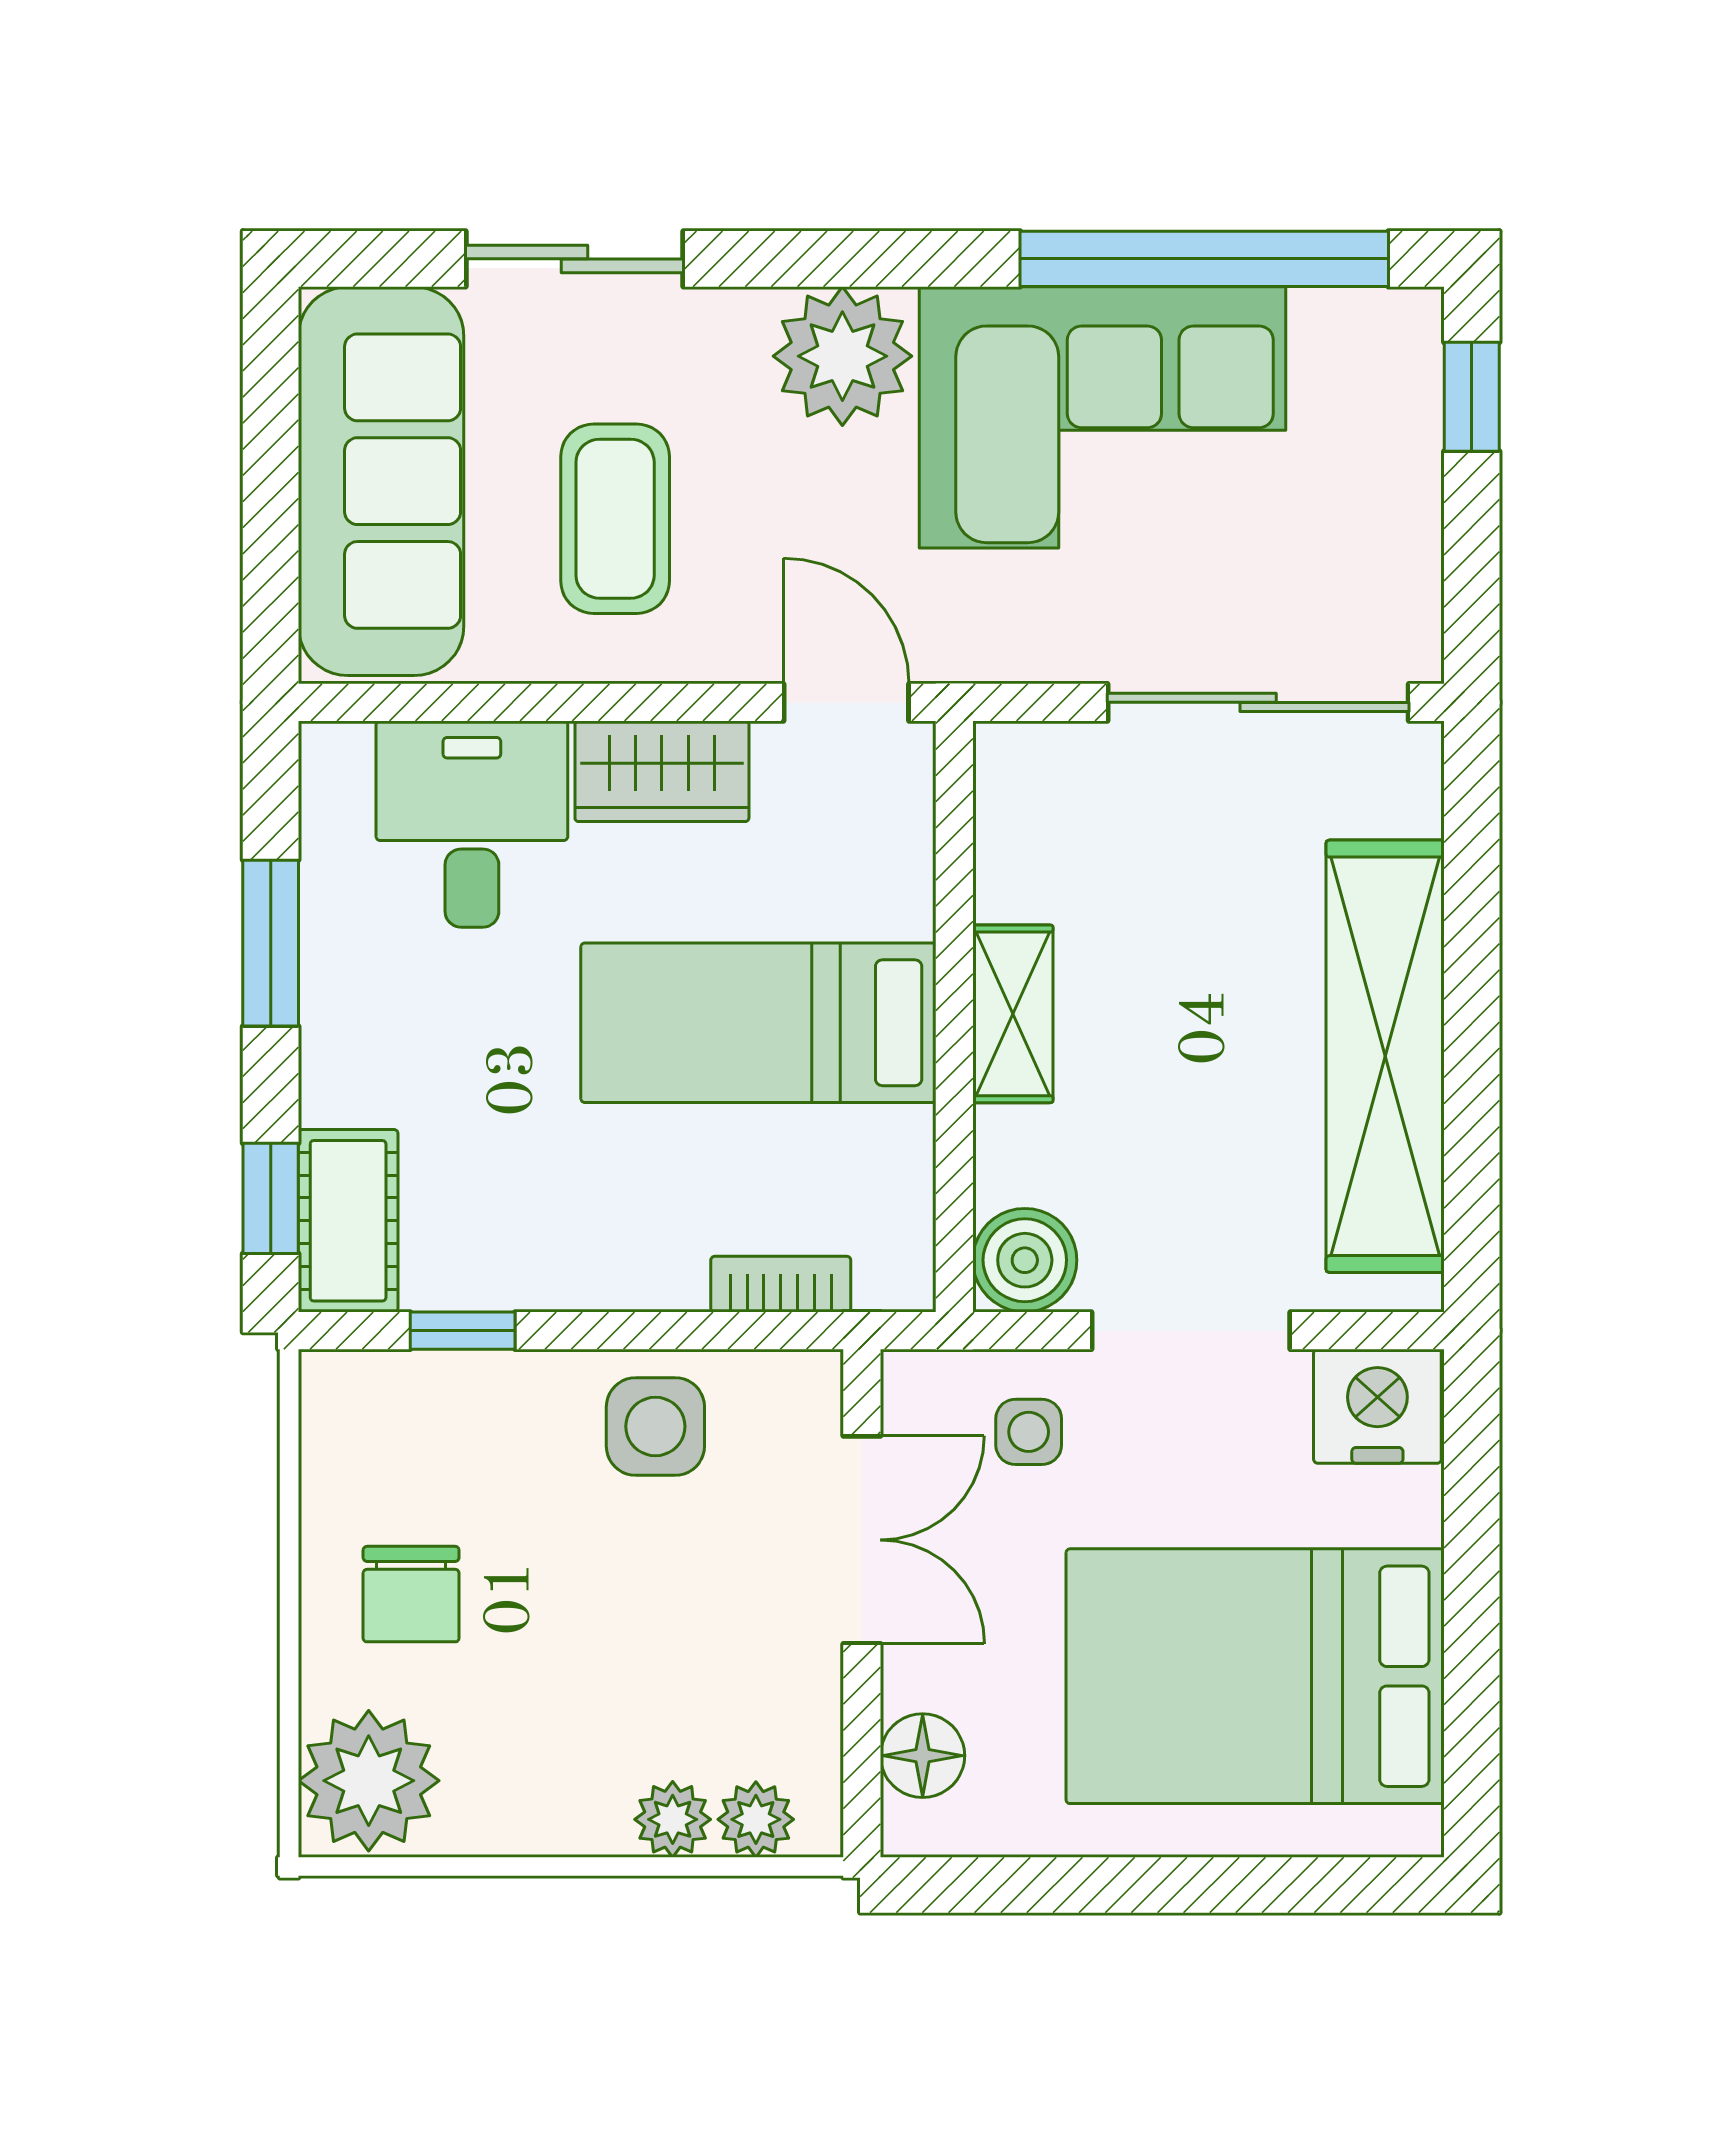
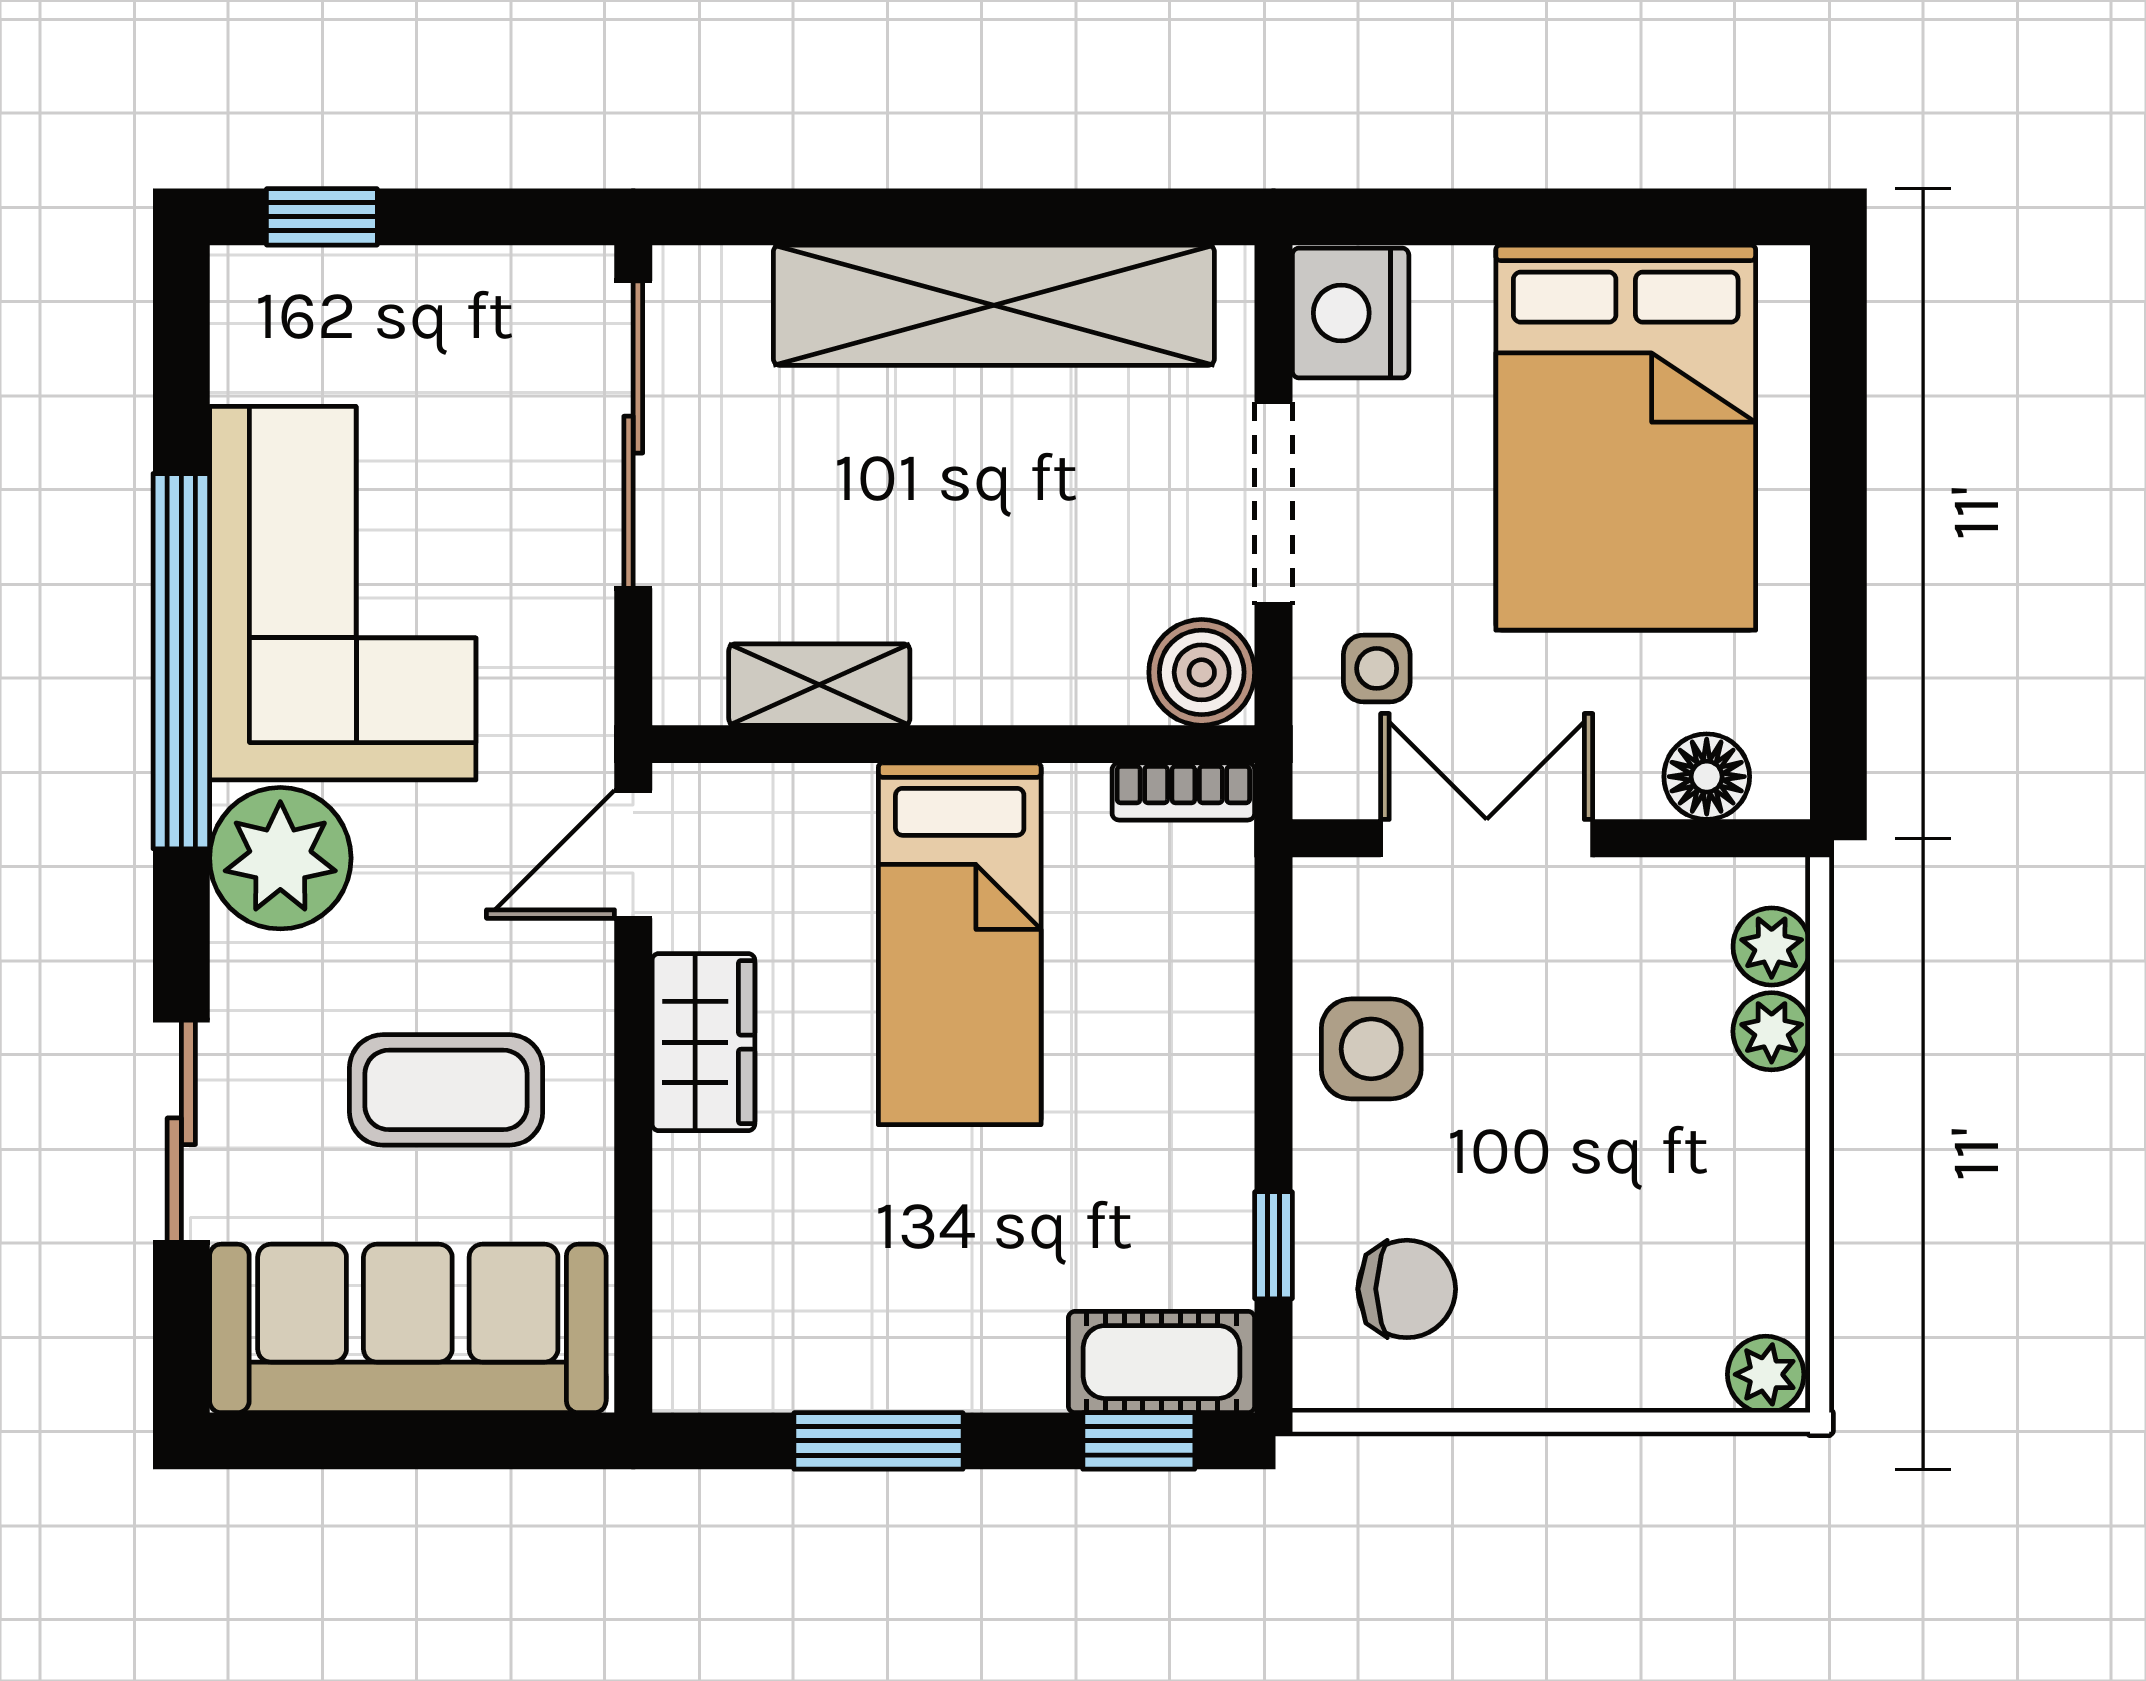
window: (1204, 259) -> (181, 661), moved
desk: (472, 824) -> (757, 1236), removed
shelving: (1013, 1014) -> (819, 685), moved
bookcase: (781, 1284) -> (1183, 791), moved, turned -90
chair: (411, 1594) -> (1407, 1289), moved
plant: (369, 1781) -> (1766, 1374), width x0.53, depth x0.53

